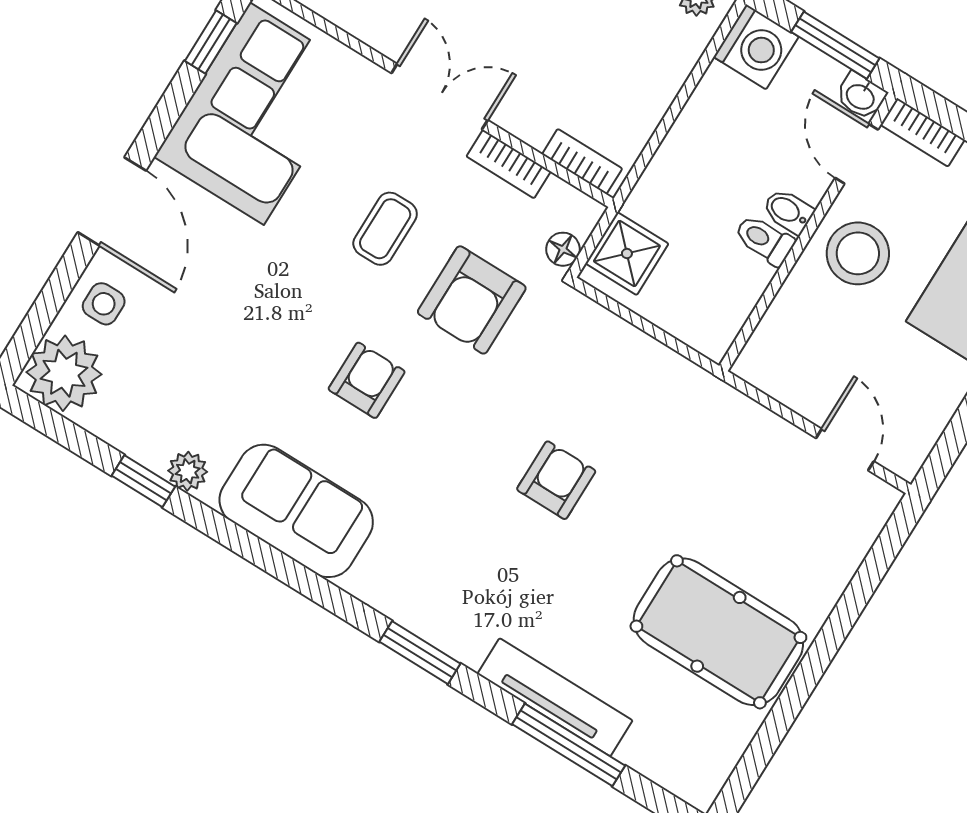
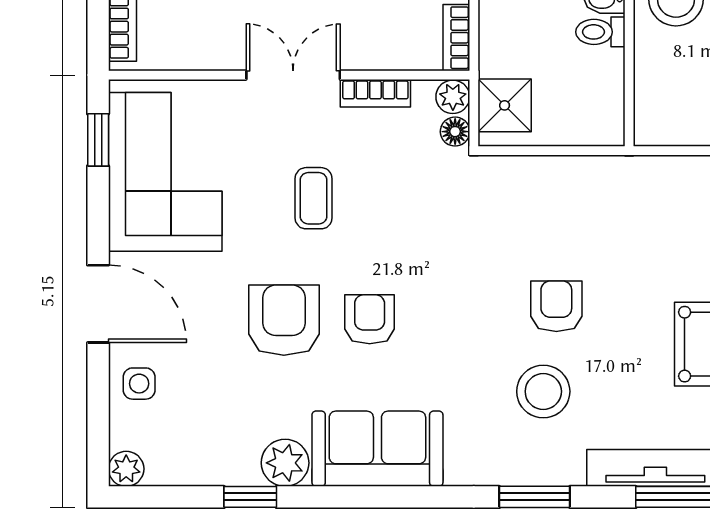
bookcase: (582, 161) -> (456, 38), moved, turned -90
plant: (582, 214) -> (453, 97), added
armchair: (472, 300) -> (284, 320), moved, turned 180
plant: (64, 373) -> (126, 469), width x0.53, depth x0.53
plant: (188, 471) -> (285, 463), width x1.38, depth x1.38
stool: (492, 555) -> (543, 391), added

